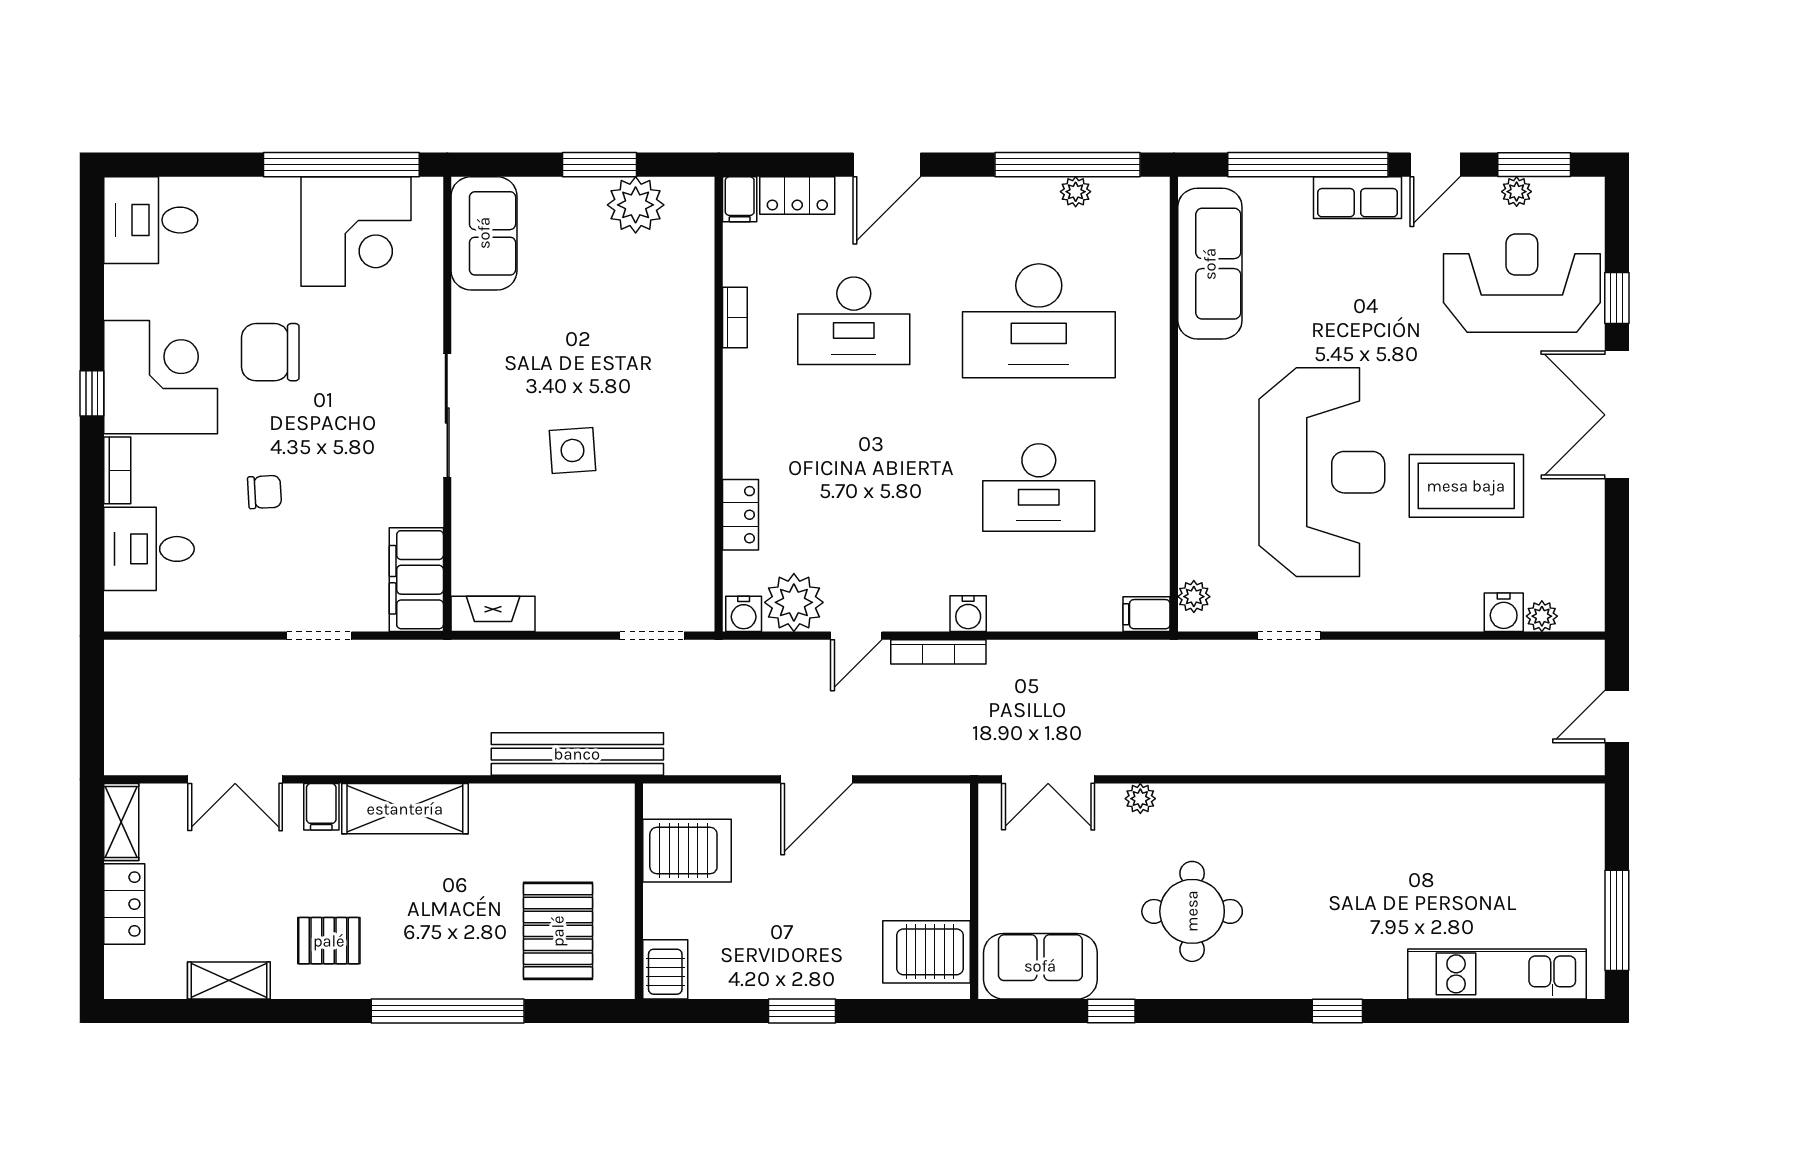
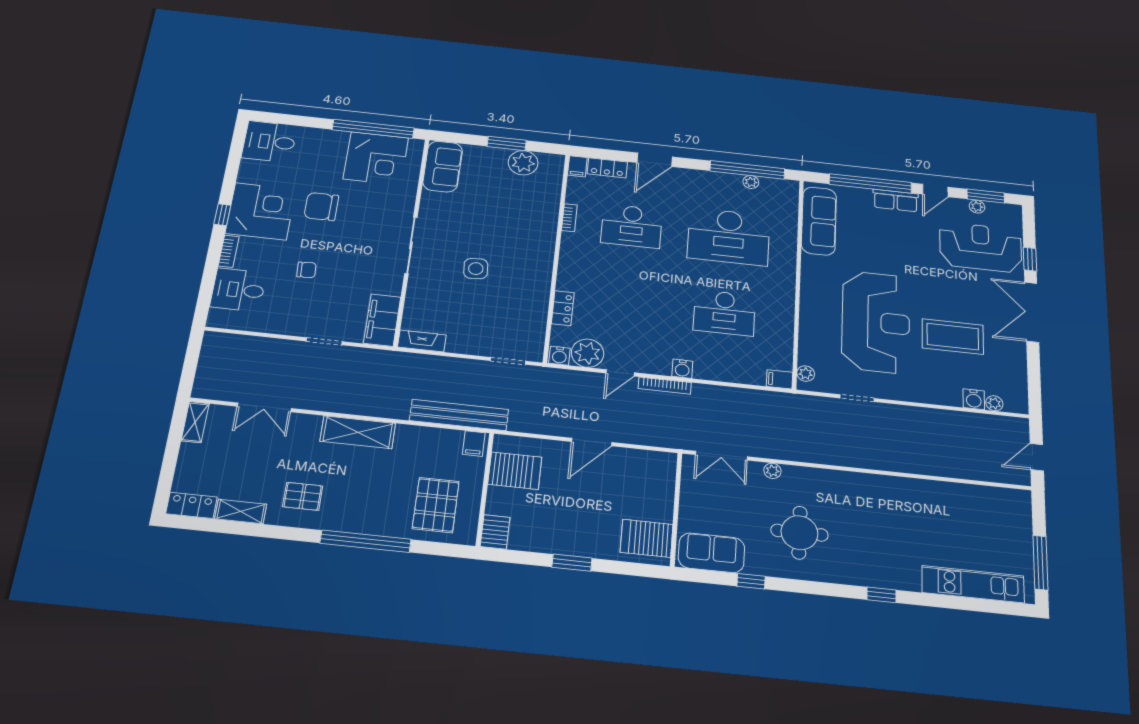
filing cabinet: (321, 807) -> (474, 444), moved
locker: (124, 904) -> (191, 505), moved, turned -90

